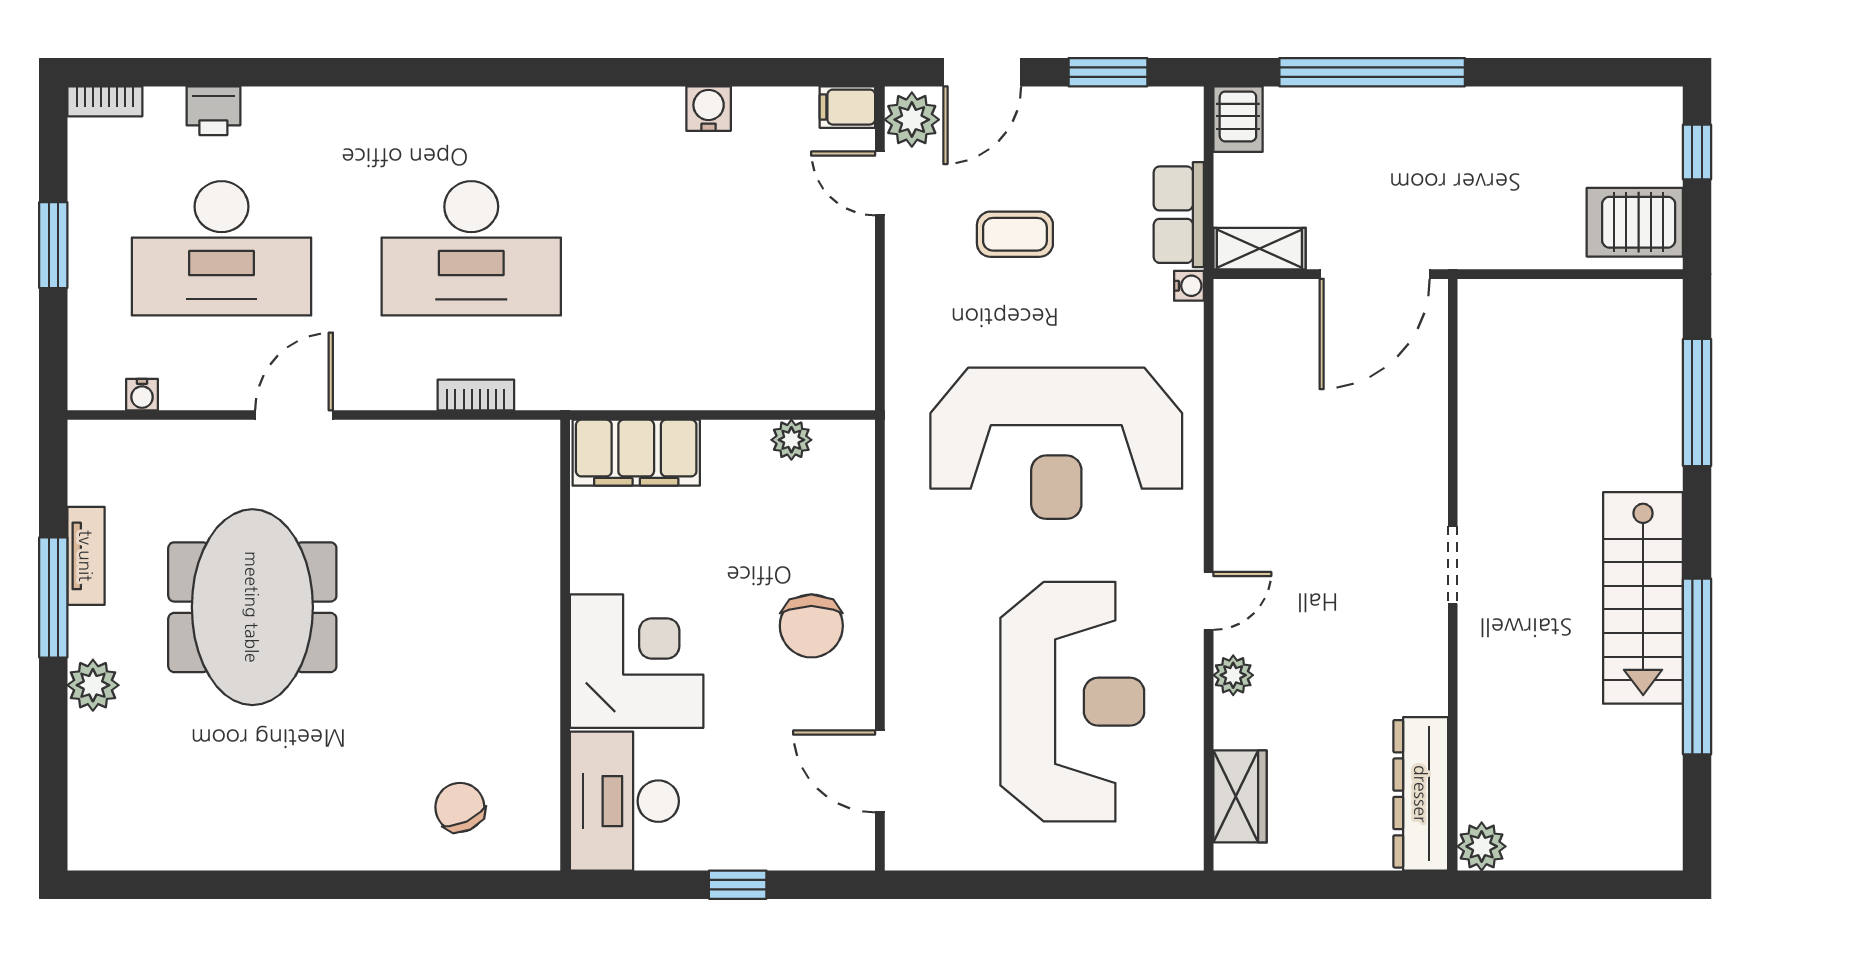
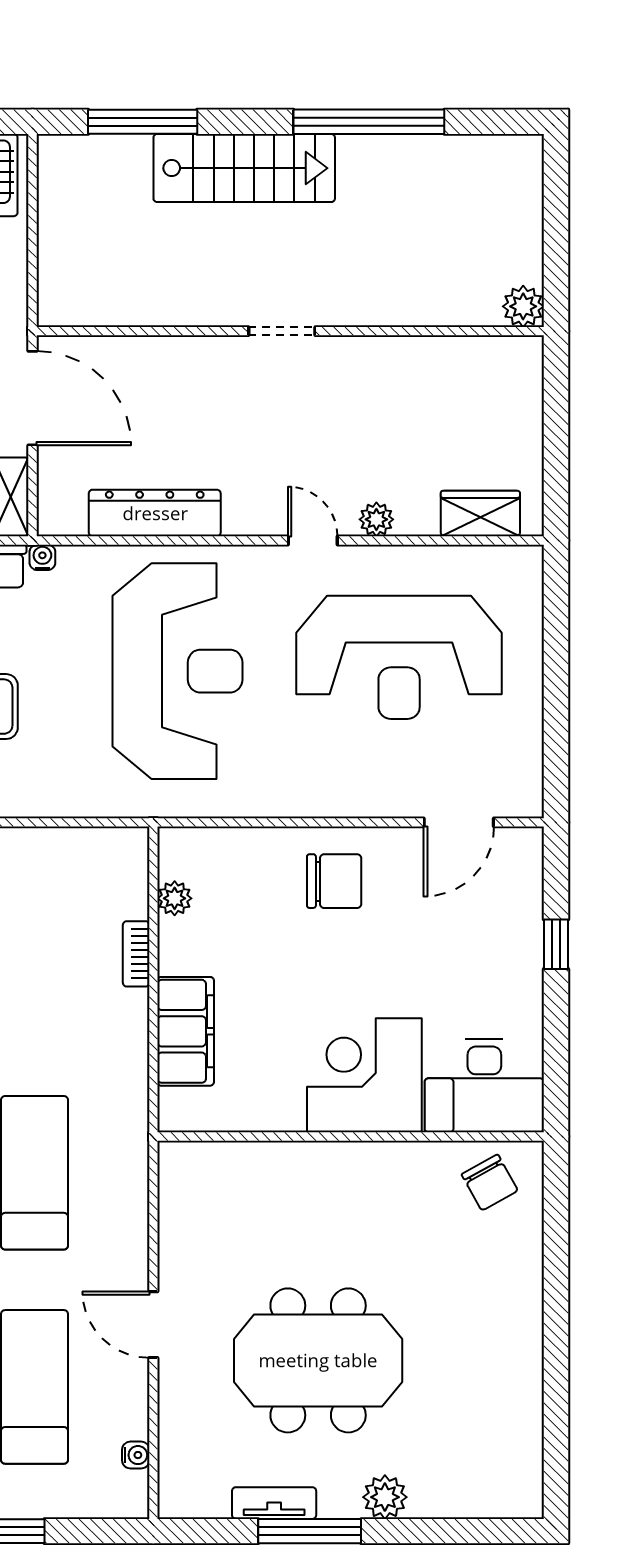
bookcase: (476, 395) -> (136, 954), moved
stairs: (1643, 598) -> (244, 168), moved
wall: (565, 645) -> (351, 1137), moved
corner desk: (637, 661) -> (364, 1075), moved
reception desk: (1072, 702) -> (399, 657), turned 180
dresser: (1421, 794) -> (155, 513), moved, turned 180
desk: (624, 801) -> (484, 1086), moved
chair: (460, 807) -> (490, 1182), turned -94

